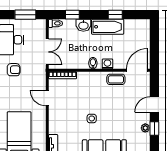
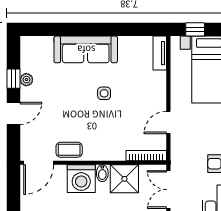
shower: (78, 59) -> (124, 179), added
washing machine: (107, 64) -> (81, 179), width x1.89, depth x1.89
door: (47, 98) -> (168, 123), swing flipped

